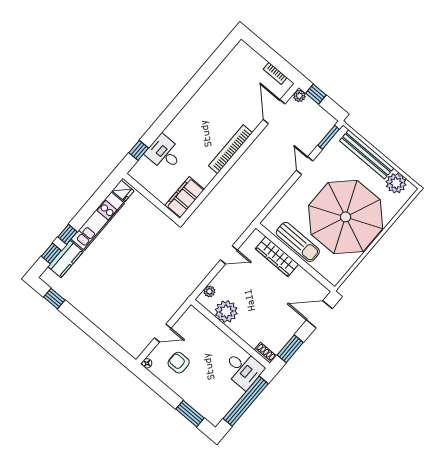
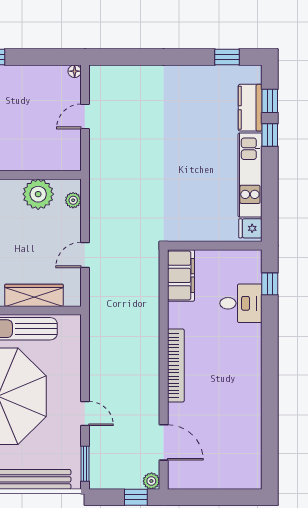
bookcase: (275, 73) -> (196, 483), removed
armchair: (179, 363) -> (43, 100), removed

